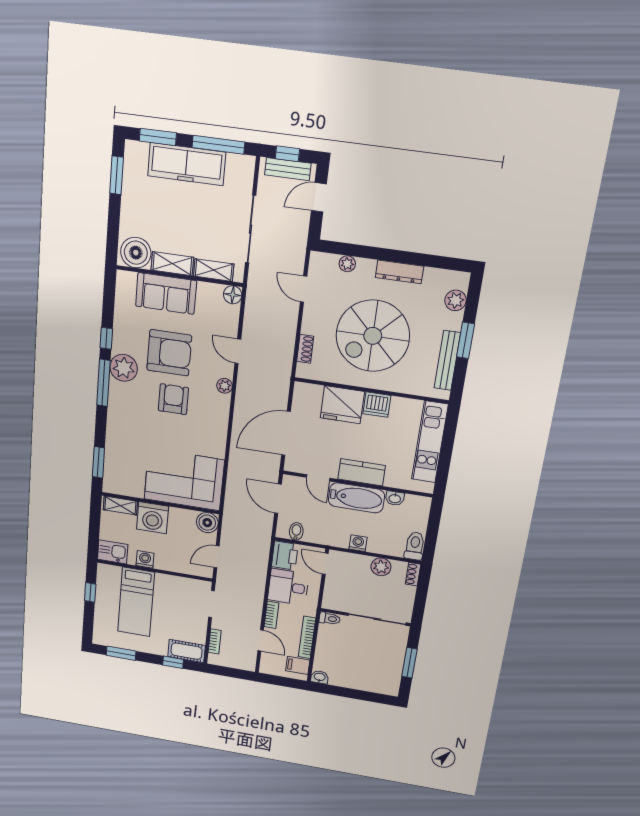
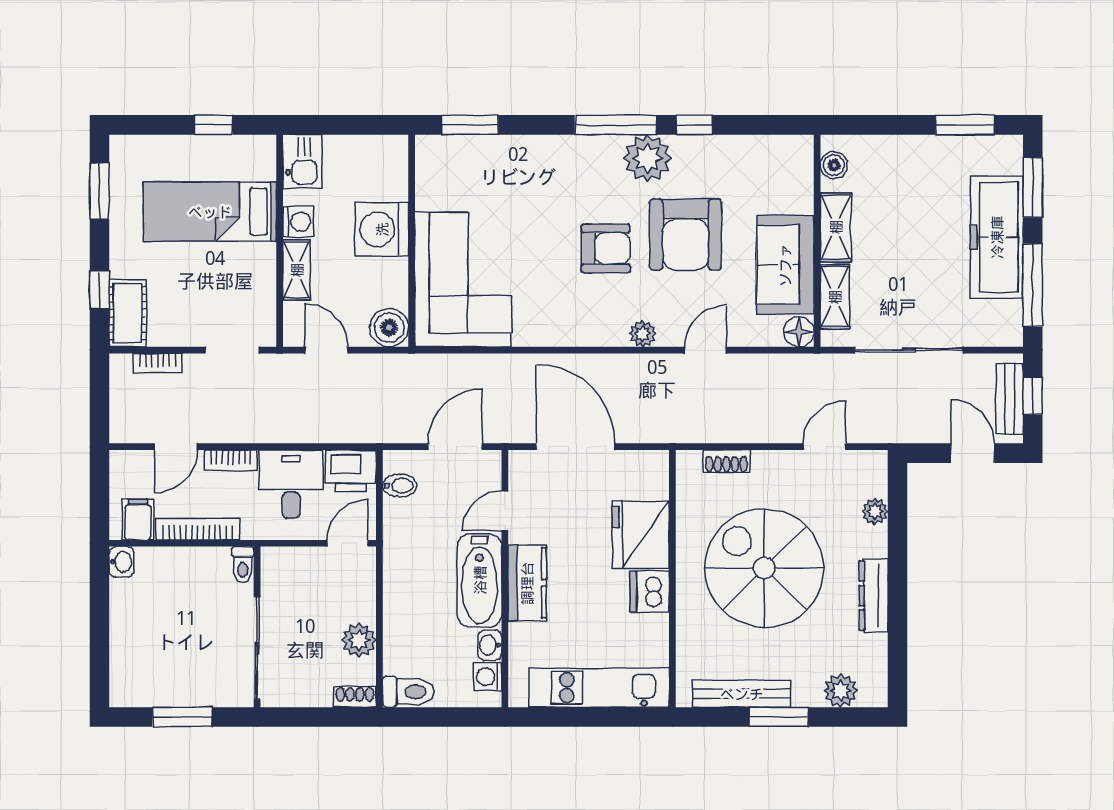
boiler: (136, 253) -> (834, 165), width x0.54, depth x0.54
sofa: (166, 293) -> (785, 265), moved
shelving: (120, 506) -> (297, 270), moved
washing machine: (358, 543) -> (488, 677), moved, turned 180

